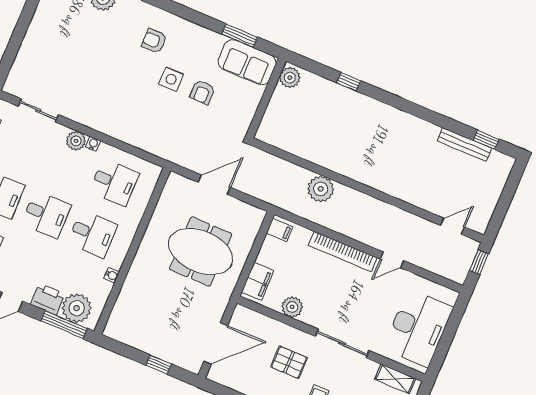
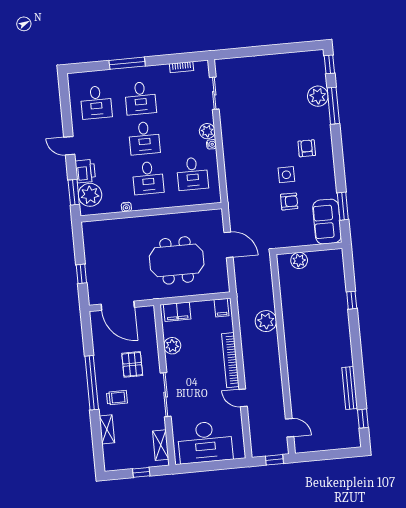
plant: (290, 78) -> (299, 261), moved
armchair: (202, 92) -> (289, 201), turned 180
bench: (464, 145) -> (350, 388), moved
meeting table: (201, 251) -> (177, 260), turned 90
window: (64, 325) -> (74, 192), width x0.69

